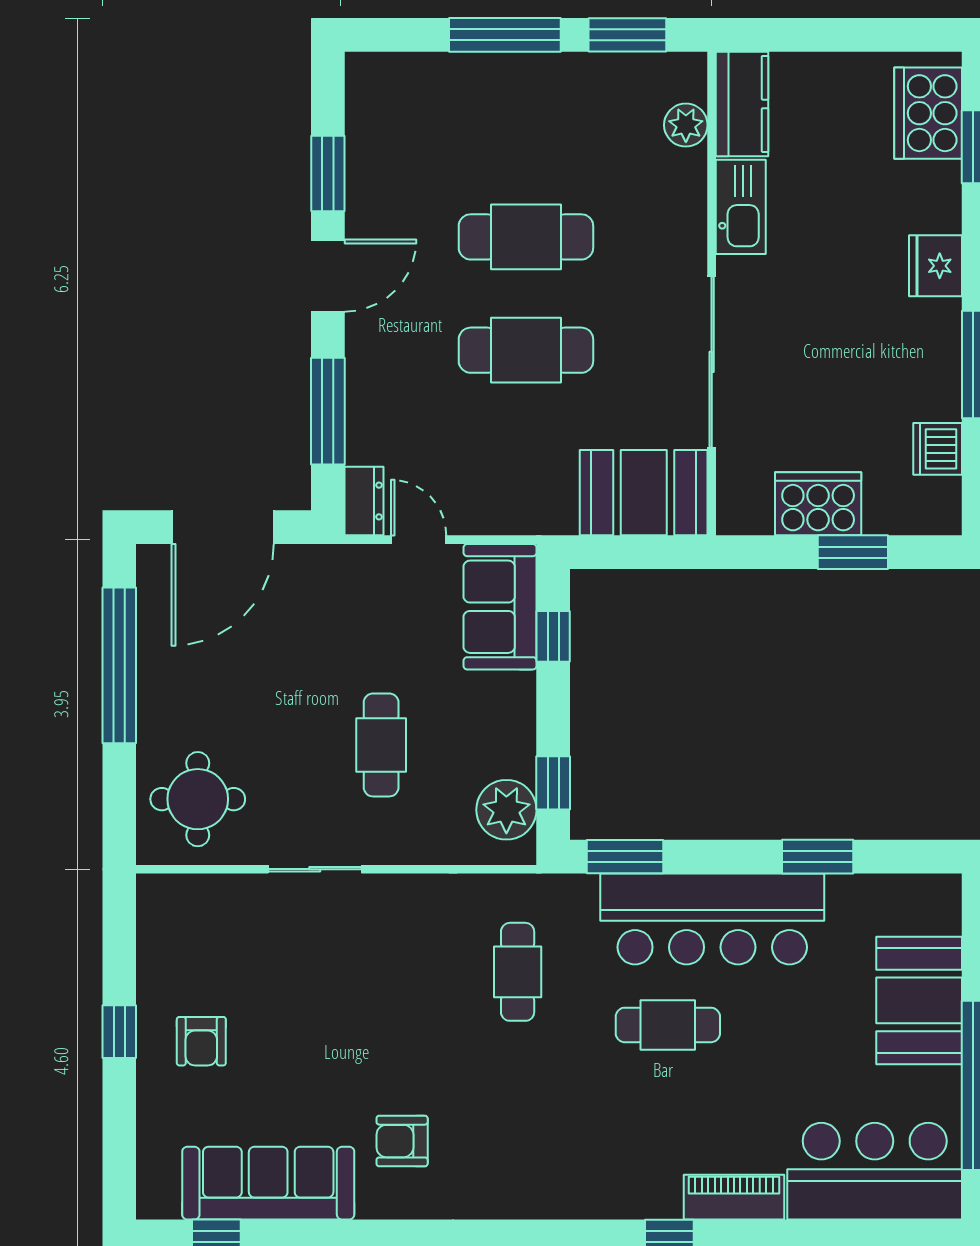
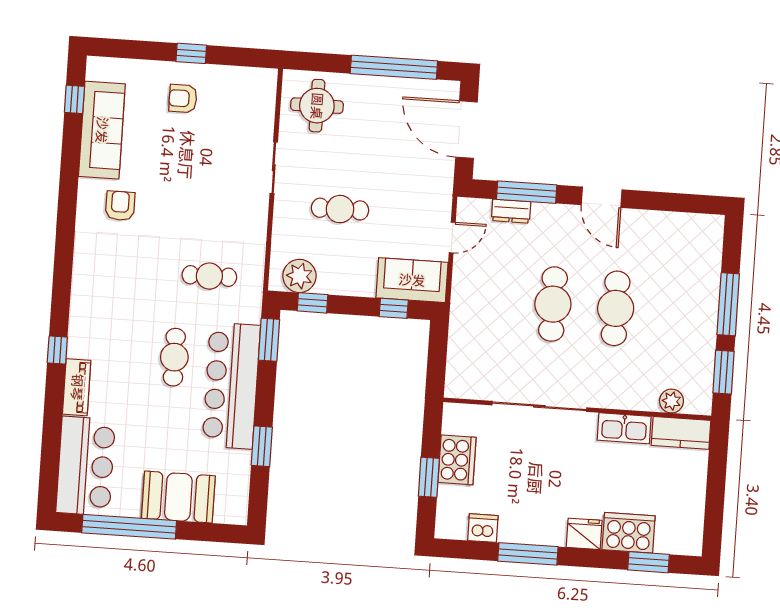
cooker: (928, 113) -> (629, 533), moved
window: (328, 174) -> (658, 201), removed
booth: (644, 493) -> (470, 364), removed
dresser: (364, 501) -> (511, 211), moved

